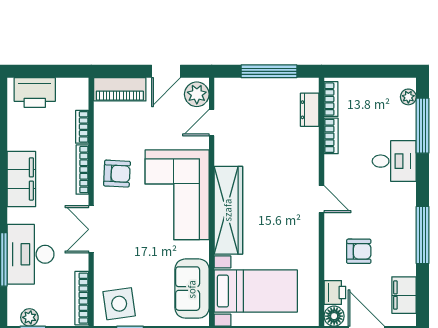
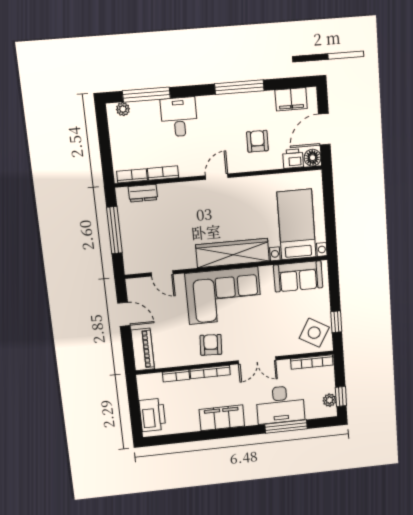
plant: (197, 94) -> (140, 288), removed
side table: (119, 304) -> (314, 333), turned 38

